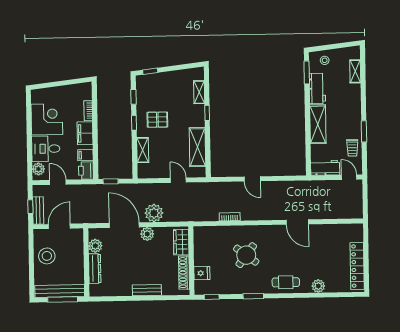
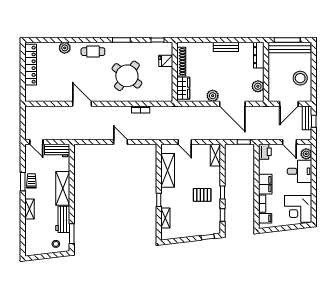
shelving: (355, 71) -> (29, 209), moved
corner desk: (47, 119) -> (298, 209), moved
trolley: (352, 148) -> (31, 181), moved
shelving: (143, 150) -> (215, 155), moved
filing cabinet: (85, 155) -> (265, 218), moved
plant: (154, 213) -> (206, 114), removed
round table: (246, 255) -> (127, 76), width x1.36, depth x1.36
dresser: (95, 269) -> (259, 55), moved
bench: (147, 290) -> (226, 47), moved

